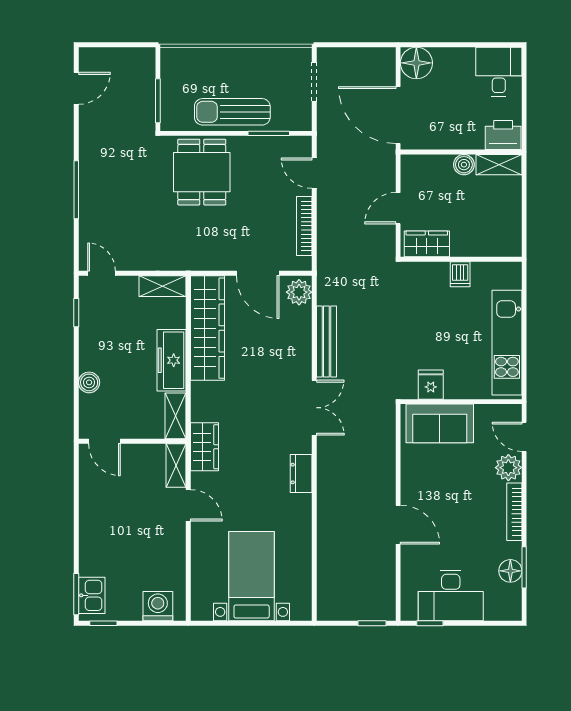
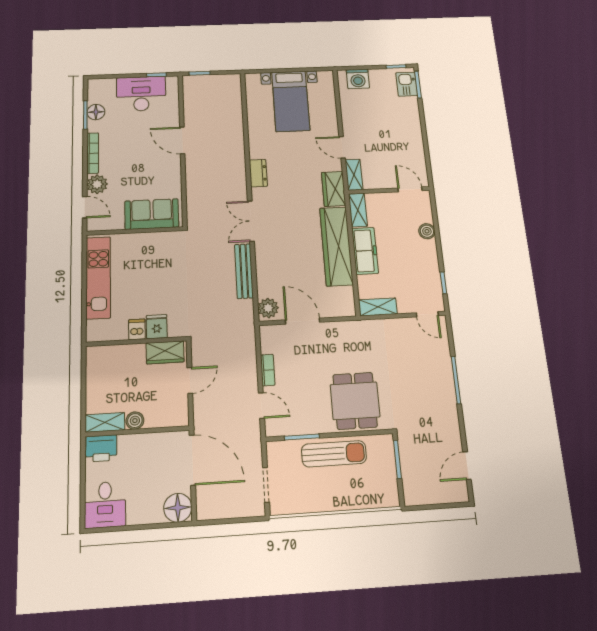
bookcase: (304, 226) -> (268, 370), width x0.64
wardrobe: (208, 328) -> (336, 246), moved
fridge: (431, 385) -> (157, 327), moved, turned 180

